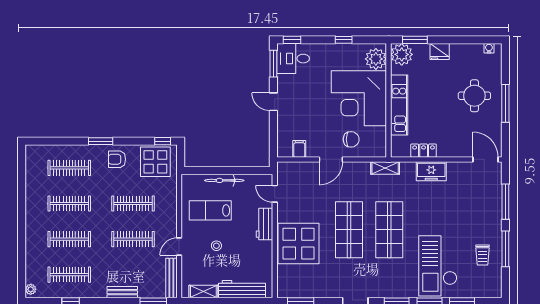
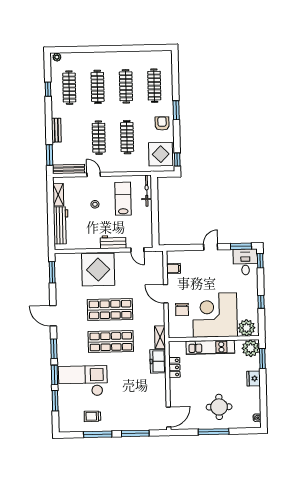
freezer: (431, 171) -> (158, 361), moved
bicycle: (224, 180) -> (147, 191), moved
door: (275, 194) -> (137, 250), swing flipped

